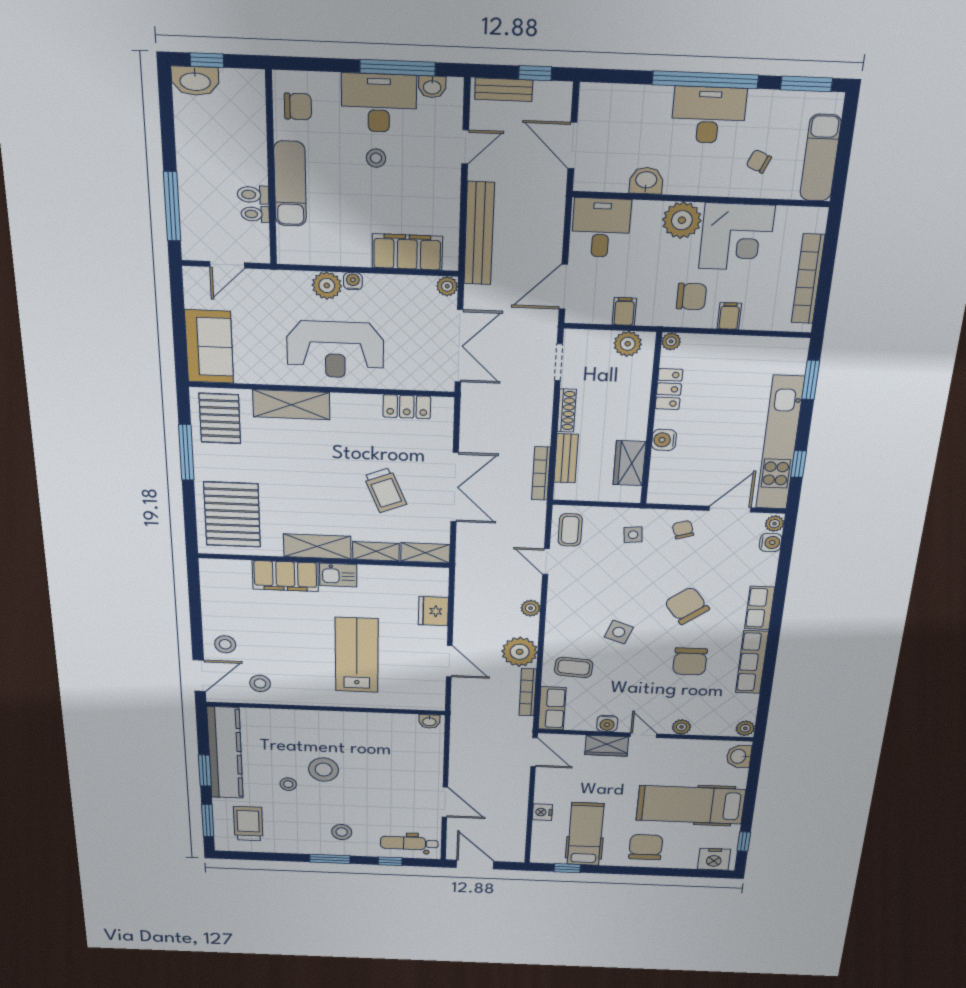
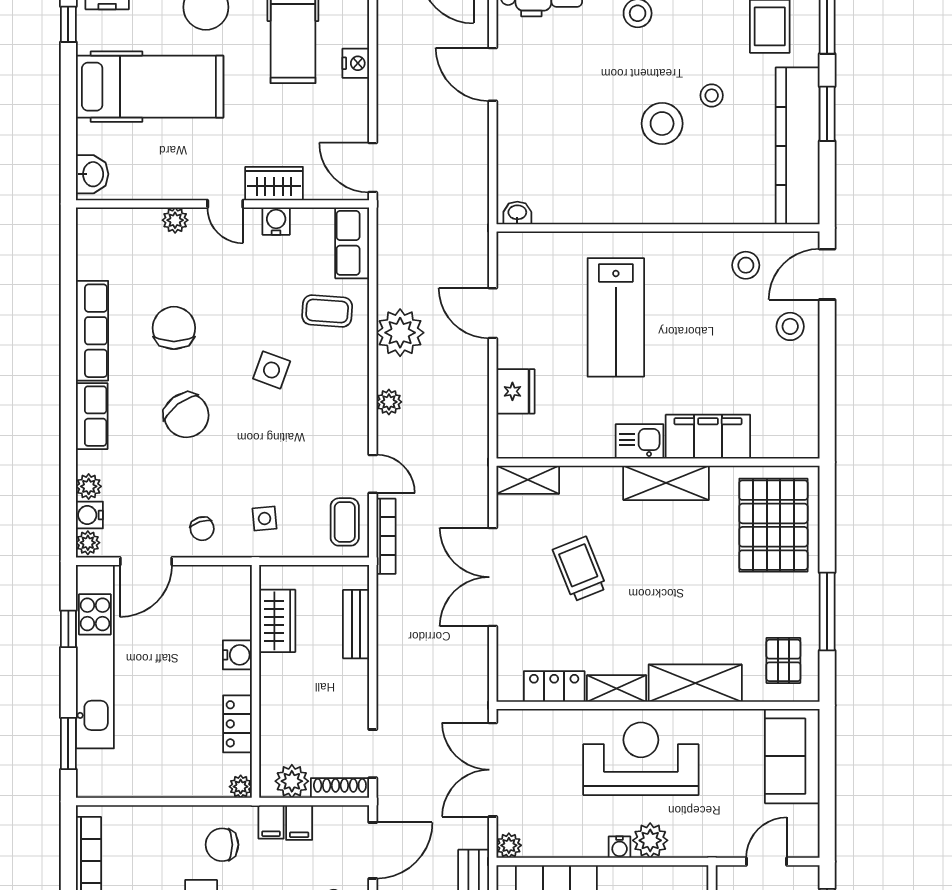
filing cabinet: (729, 316) -> (271, 822), moved
shoe rack: (567, 411) -> (340, 788), moved, turned 90
pallet: (220, 418) -> (783, 660), width x0.67, depth x0.71
bookcase: (541, 474) -> (386, 536), moved
shelving: (376, 551) -> (617, 688), moved
bookcase: (528, 692) -> (386, 268), removed
plant: (745, 728) -> (89, 486), moved

